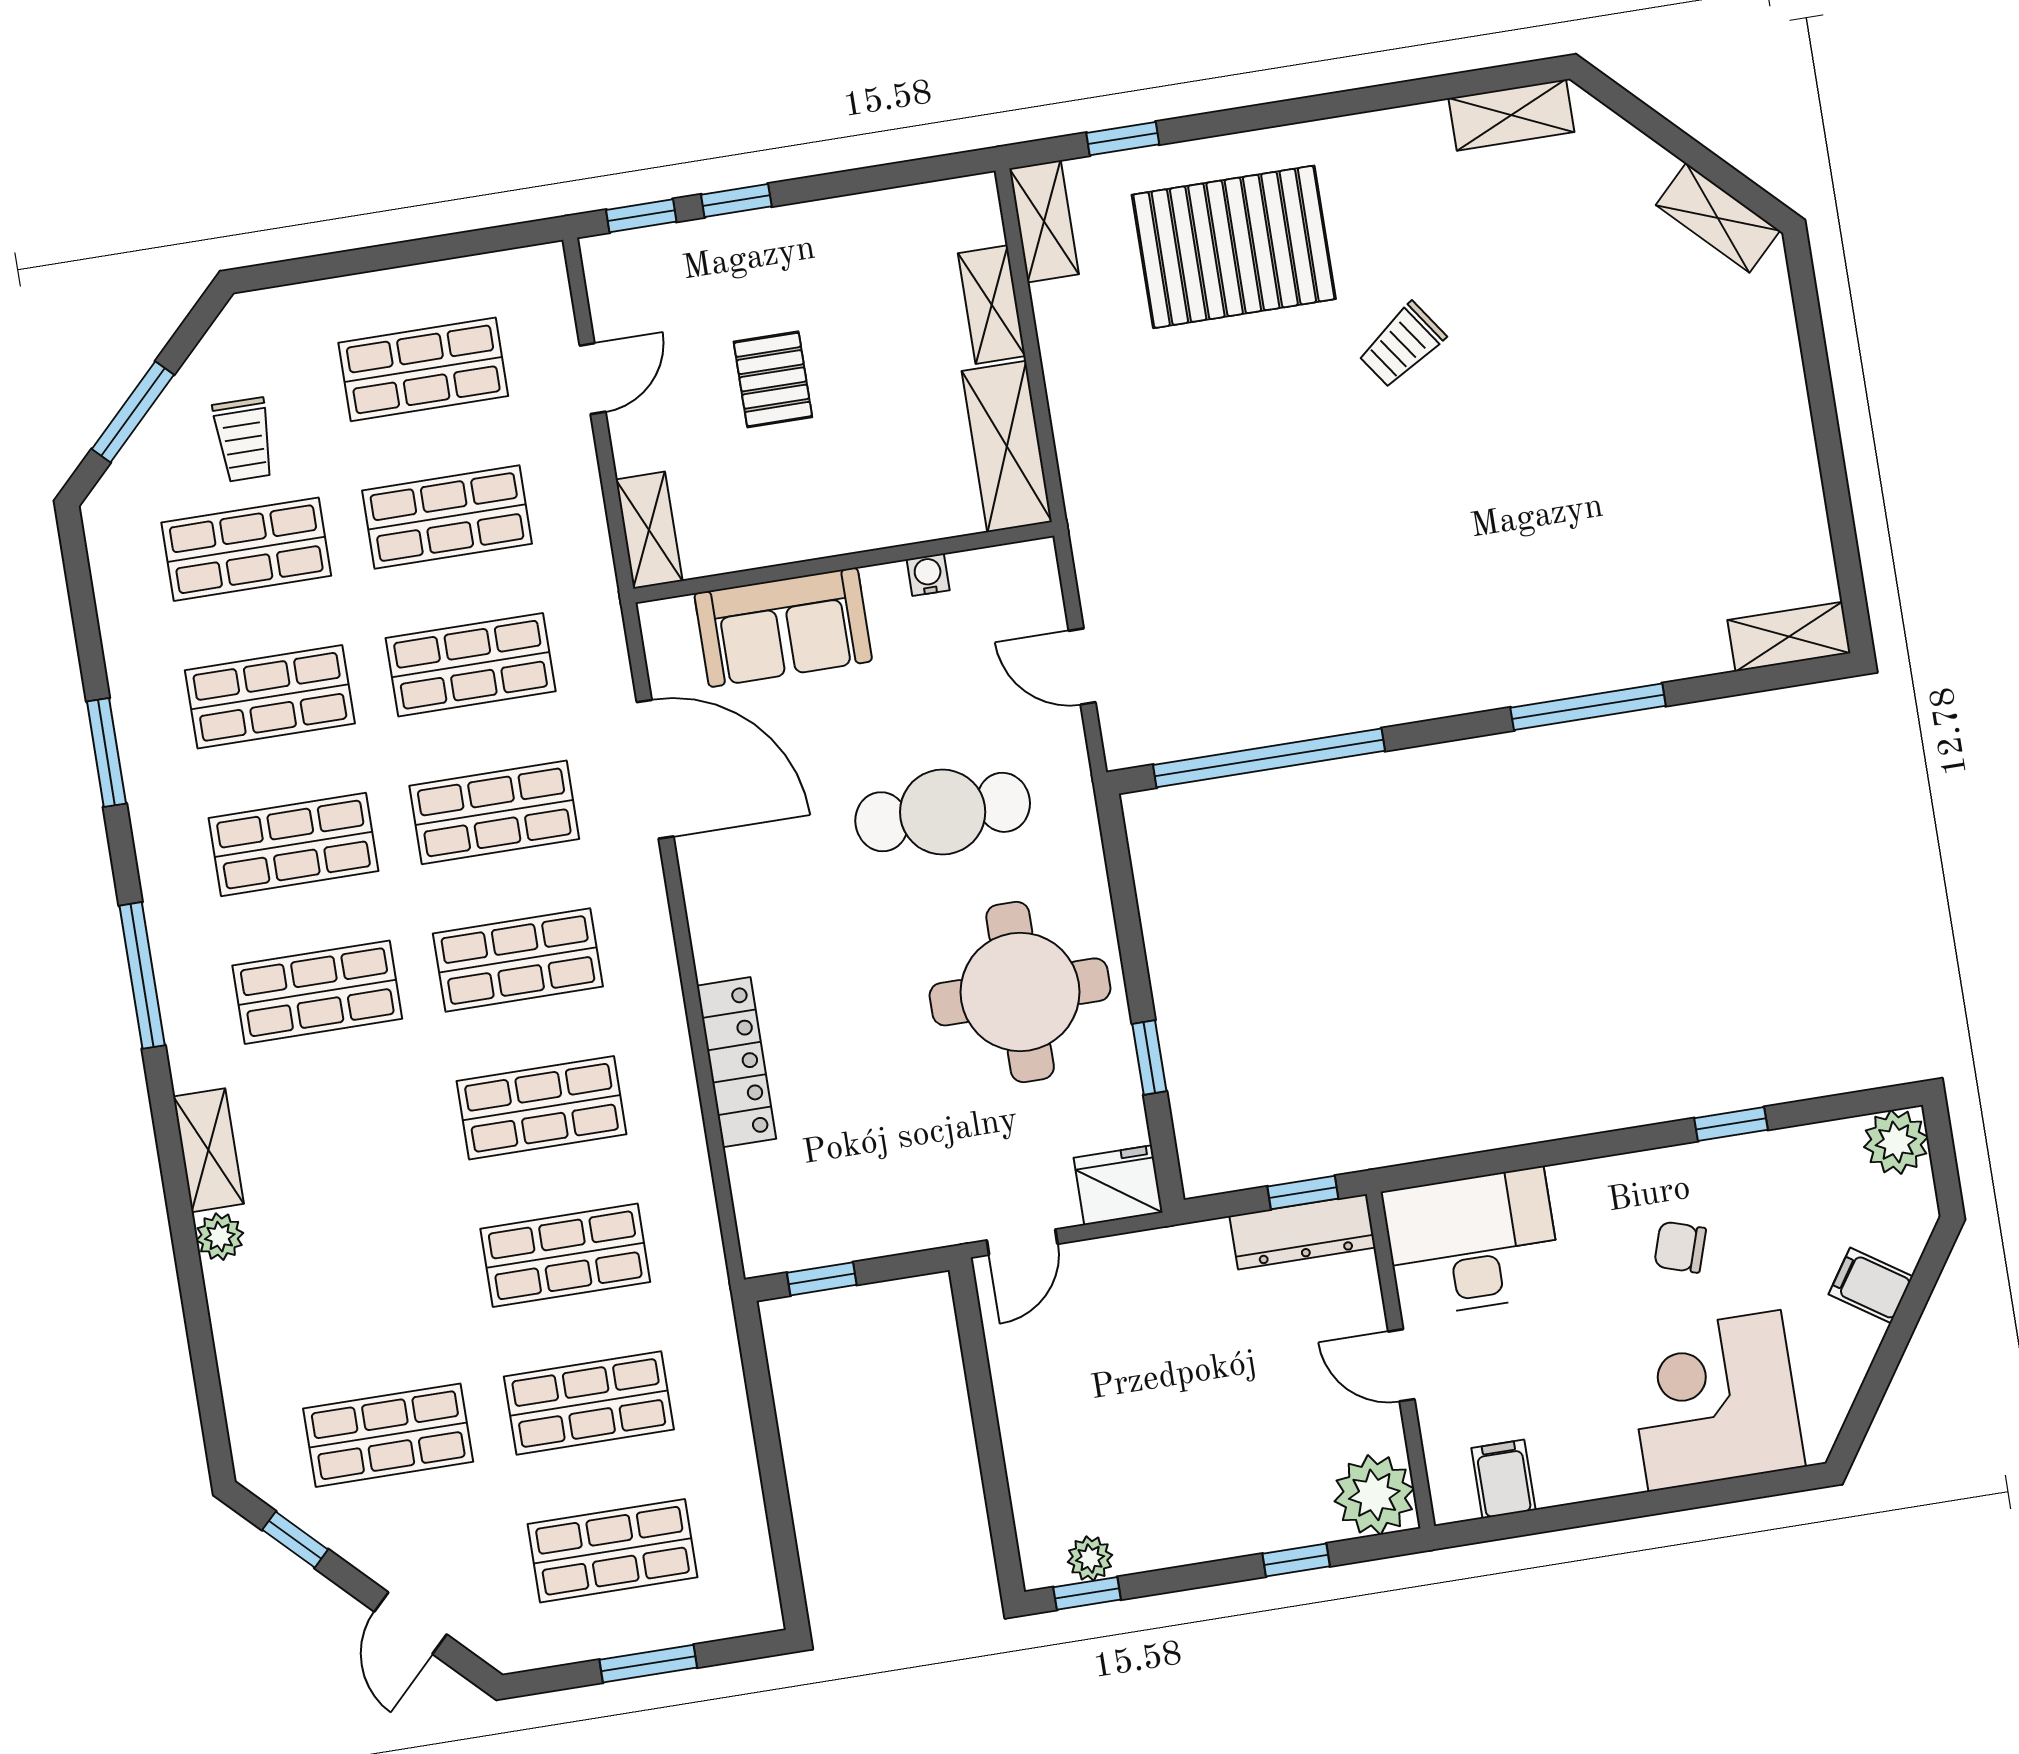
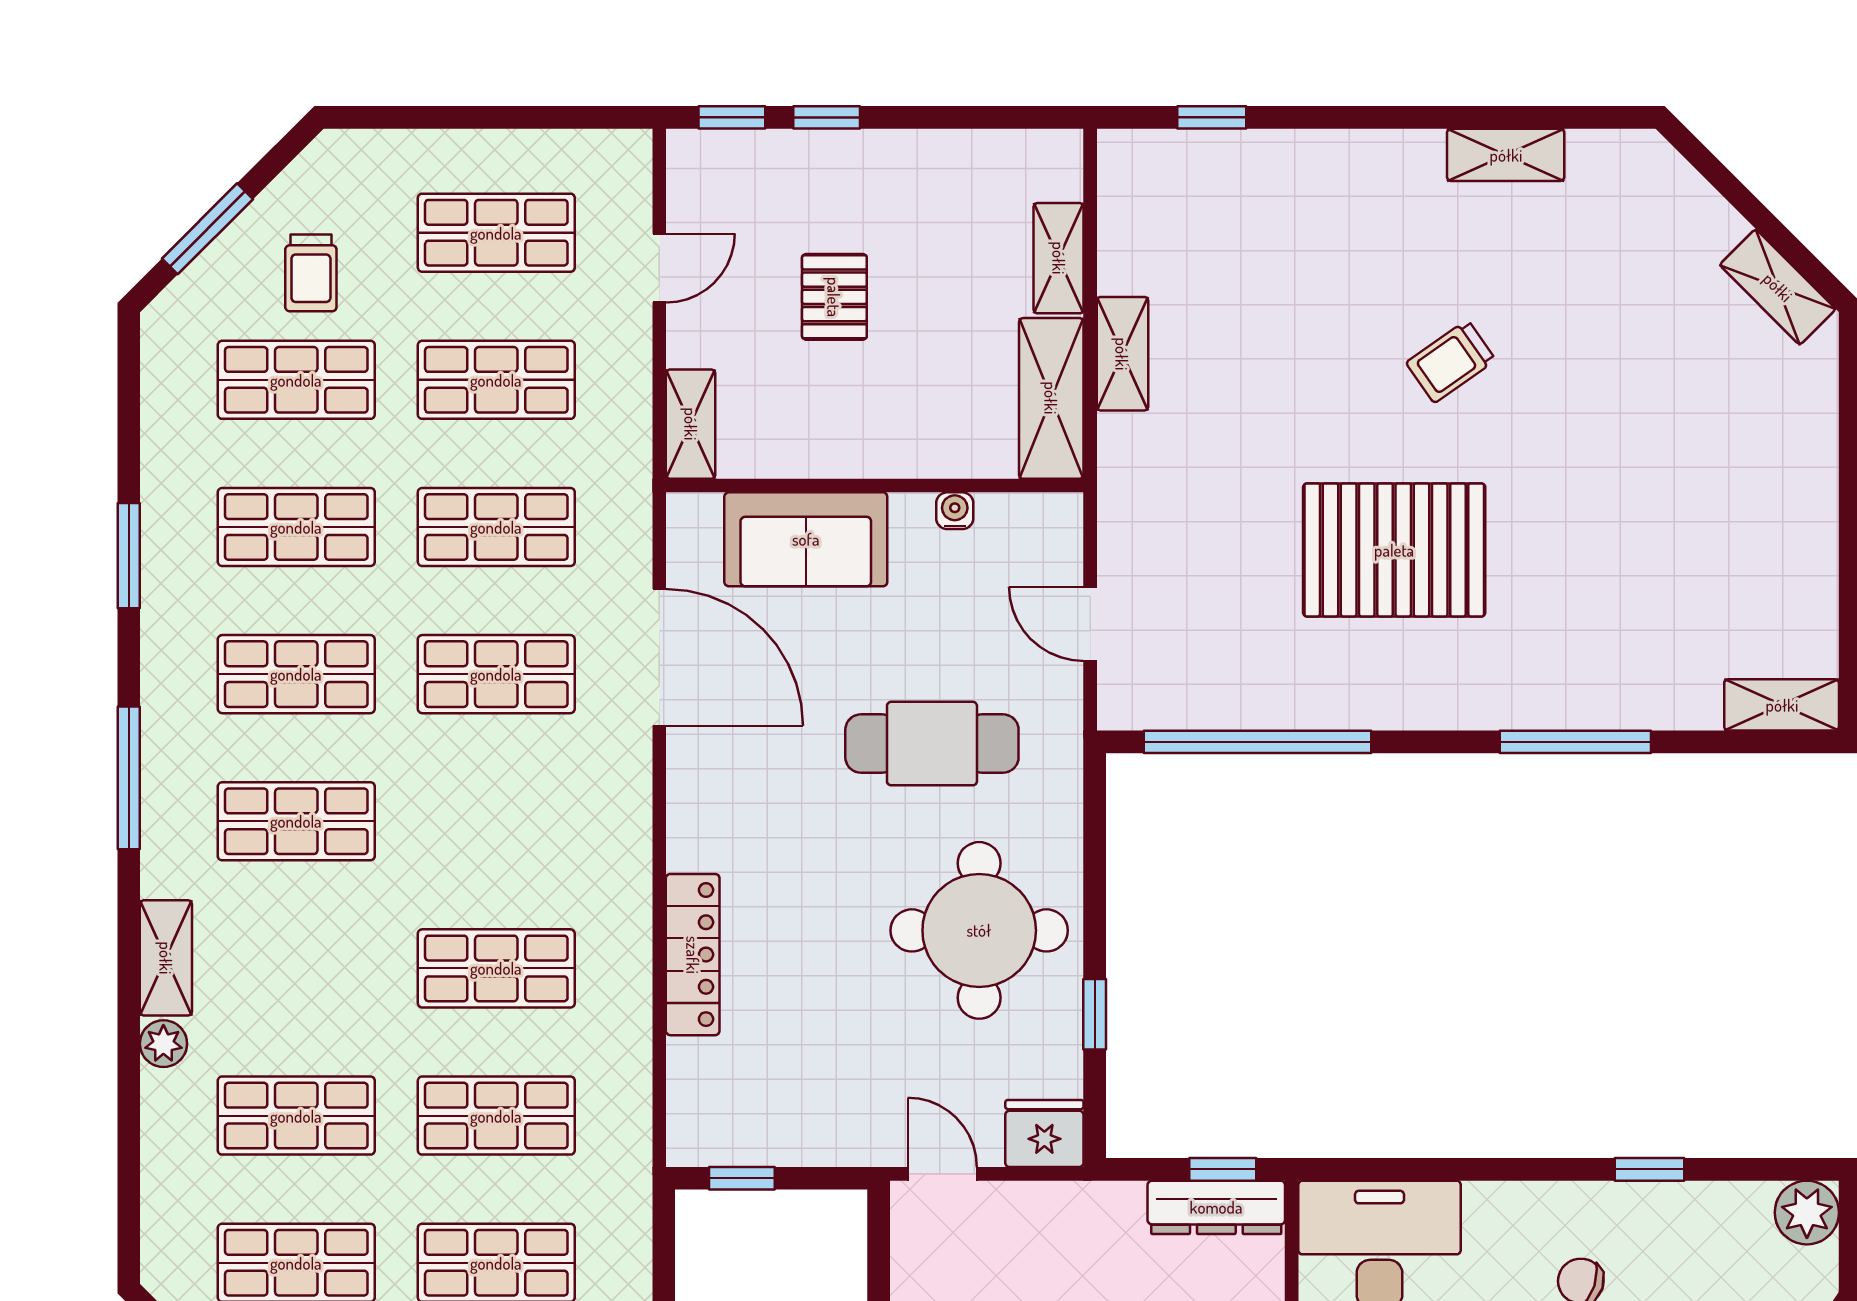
shelving: (1511, 115) -> (1506, 155), moved
shelving: (1044, 221) -> (1122, 354), moved
pallet: (1234, 247) -> (1394, 550), moved
shop shelf: (518, 960) -> (296, 1116), moved
door: (1022, 1242) -> (942, 1174), swing flipped

